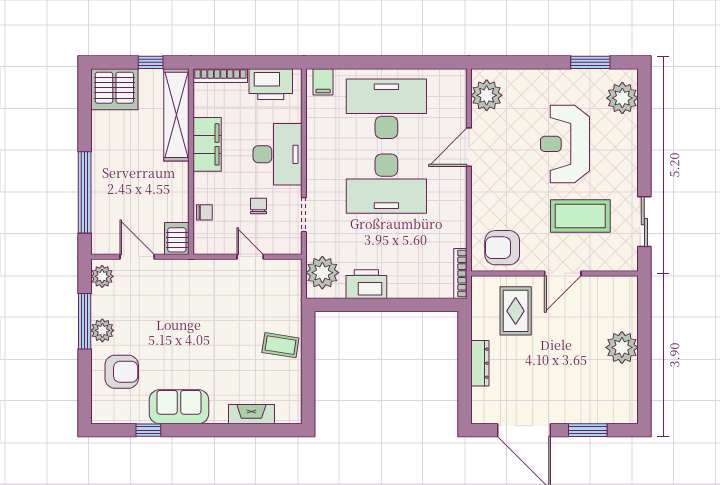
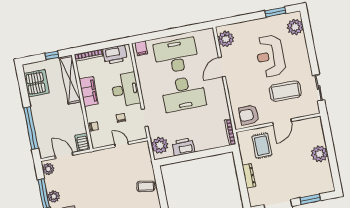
server rack: (114, 89) -> (36, 83), moved, turned -90

